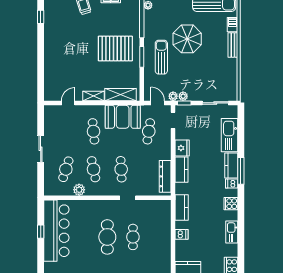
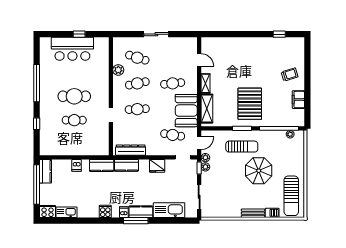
kitchen counter: (182, 170) -> (126, 165), moved
bar counter: (56, 231) -> (72, 49), width x0.73
kitchen sink: (232, 232) -> (67, 212), moved

